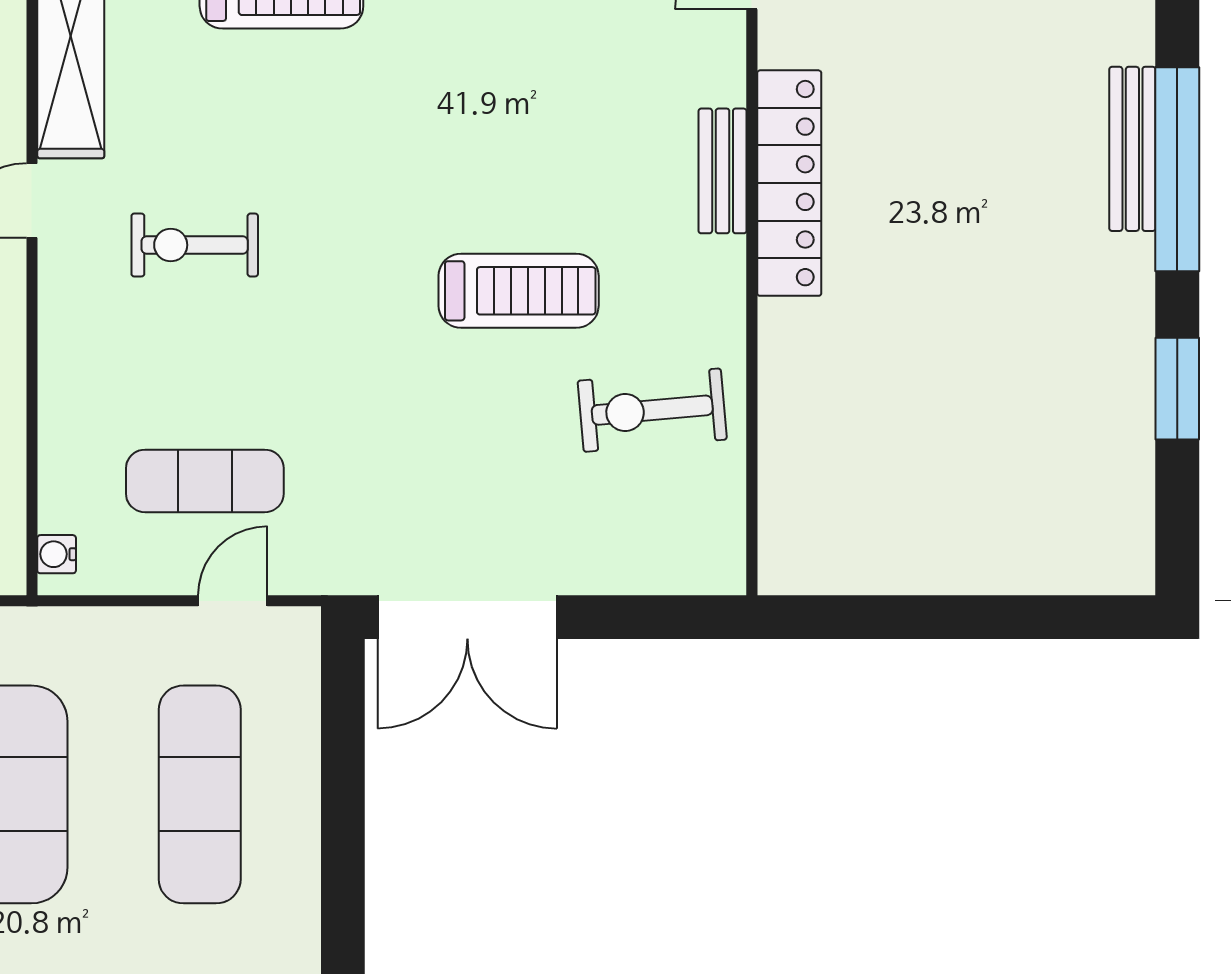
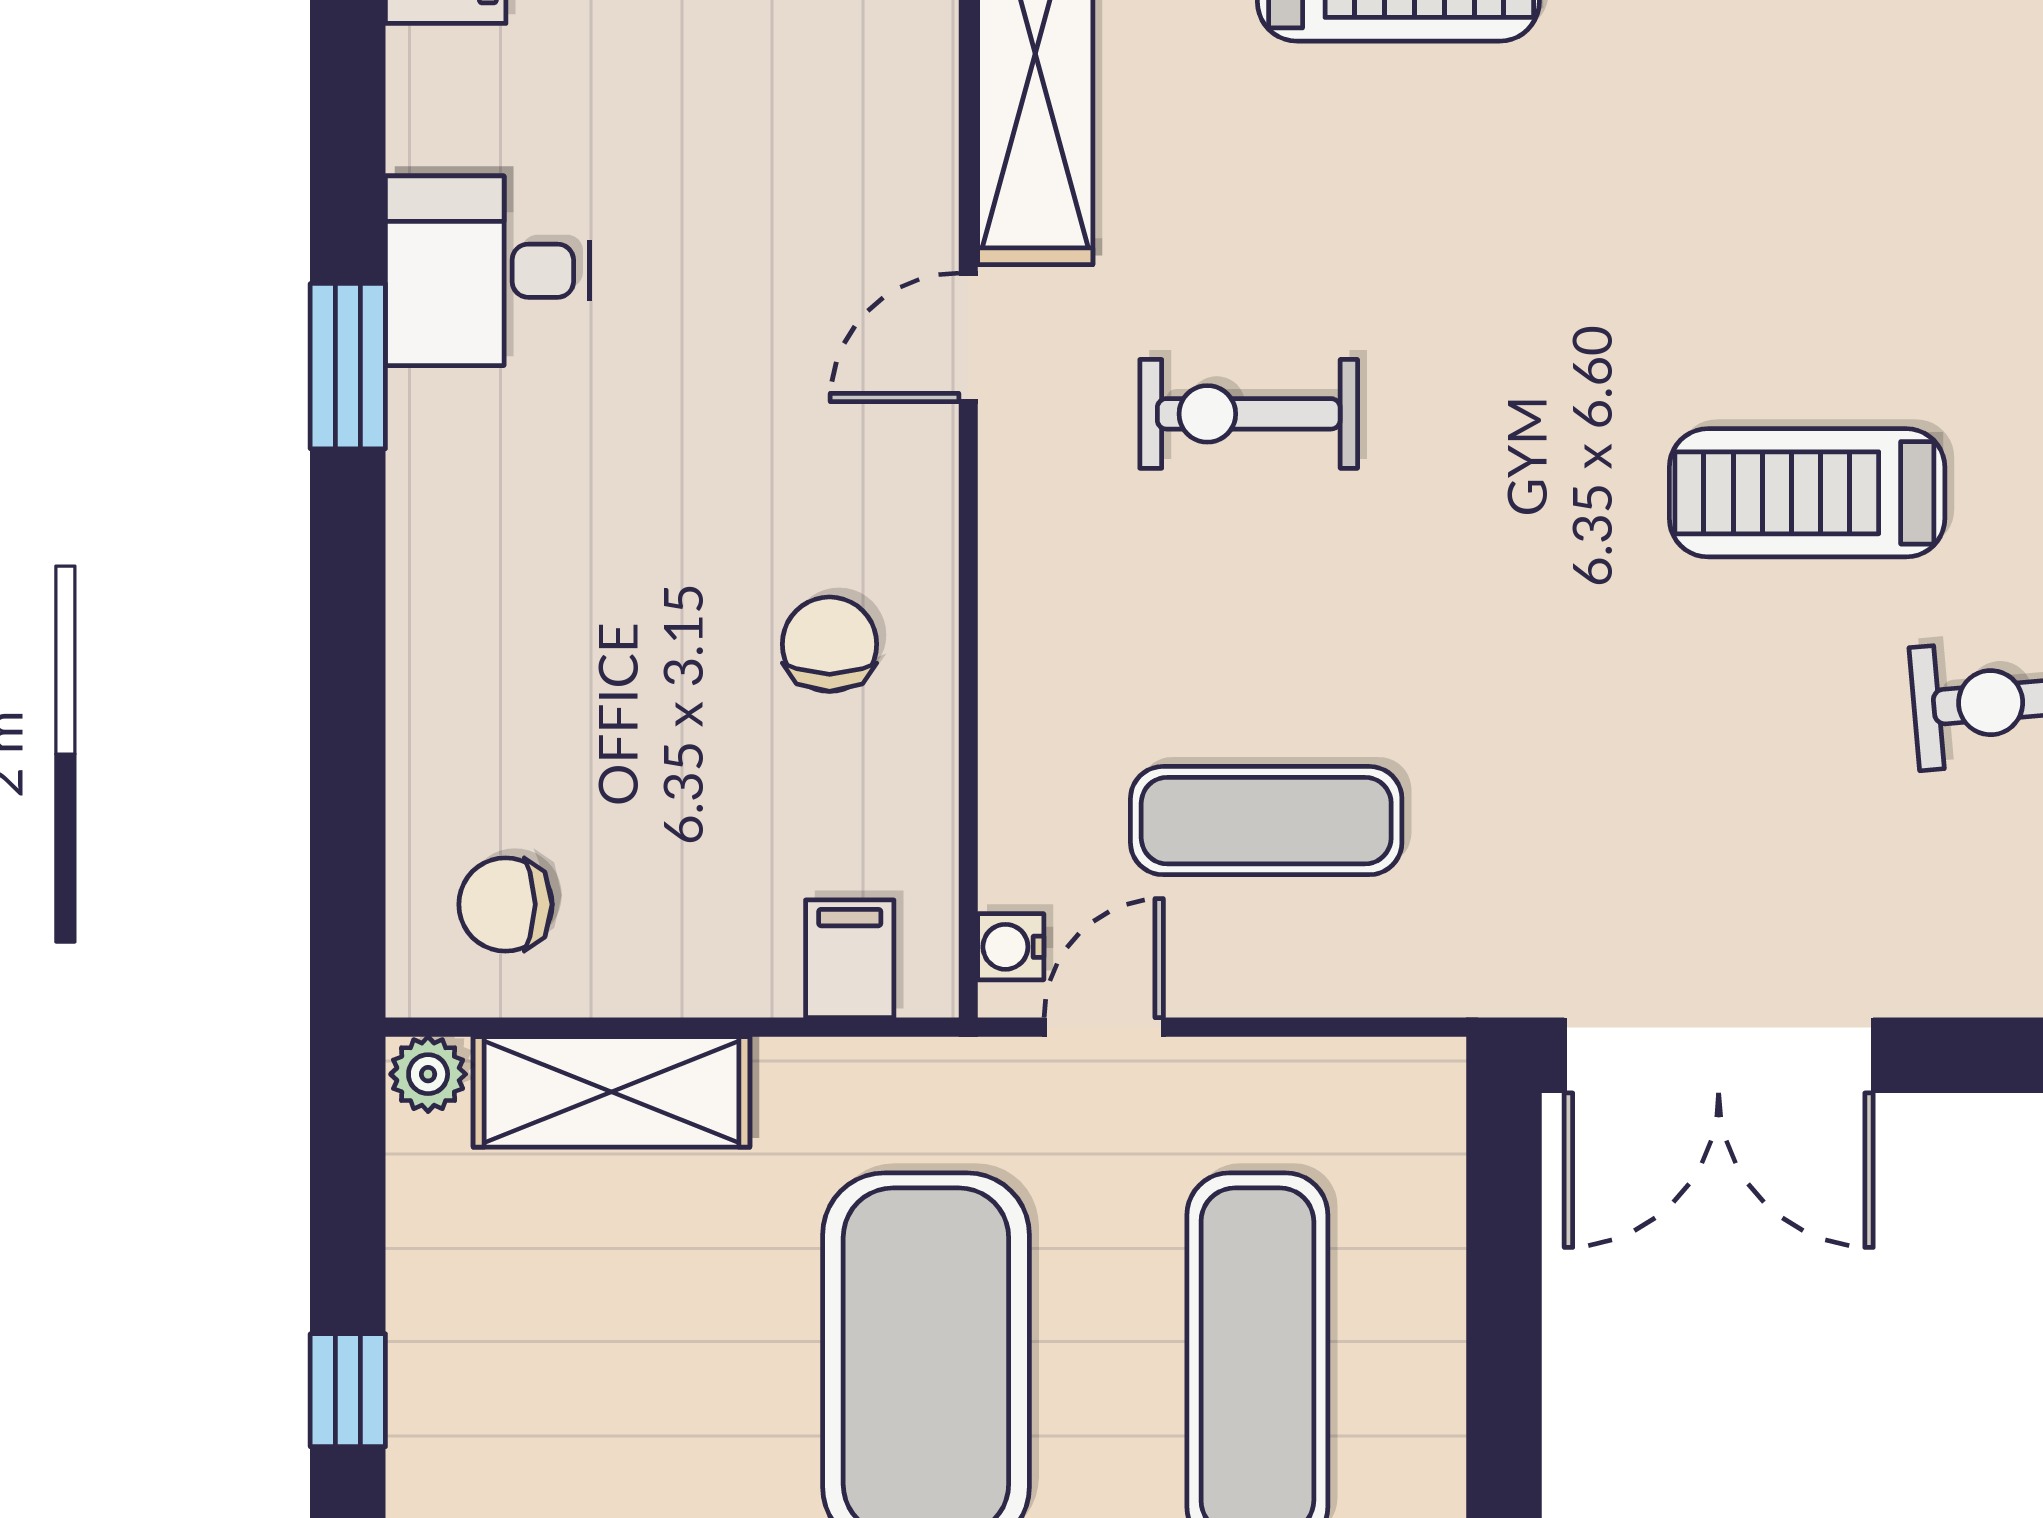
treadmill: (519, 291) -> (1807, 493), turned 180
door: (233, 601) -> (1104, 1027), moved

